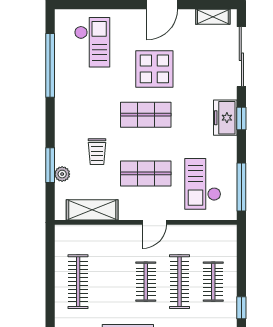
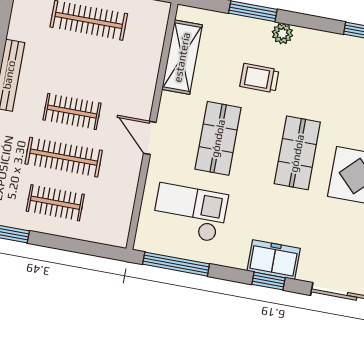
plant: (62, 174) -> (282, 34), moved

